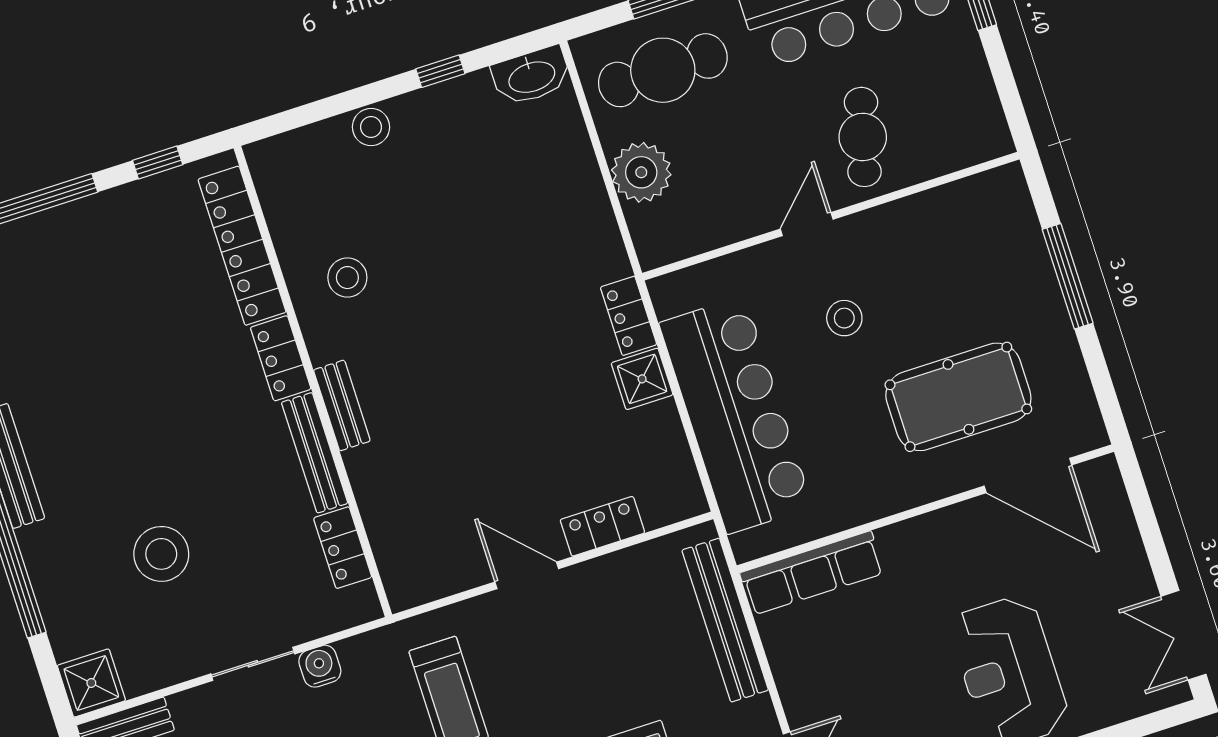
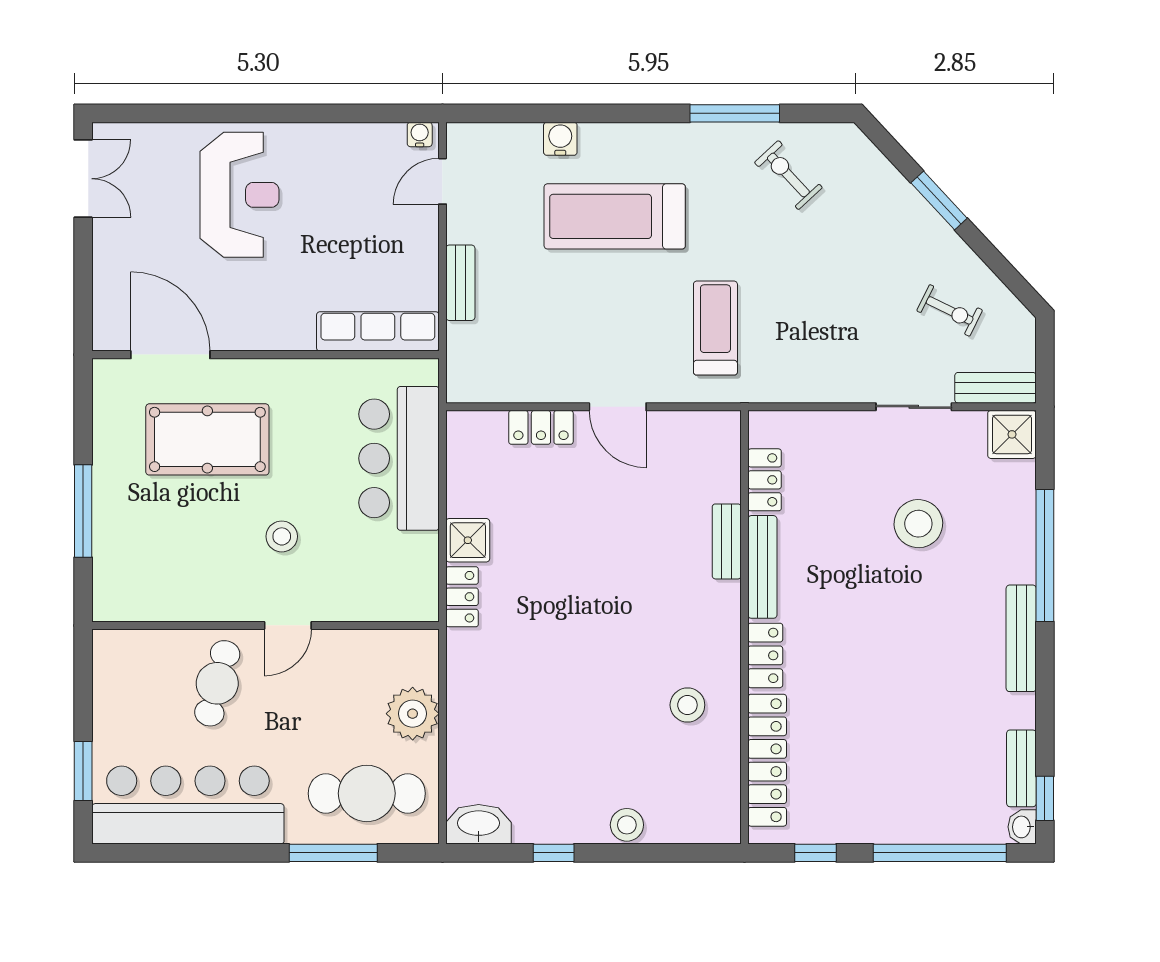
bench: (342, 405) -> (727, 541), moved
bar counter: (736, 415) -> (399, 458), width x0.73
bench: (725, 620) -> (460, 283), width x0.54, depth x0.82
sliding door: (253, 664) -> (914, 407), moved
water cooler: (320, 666) -> (816, 387), removed

